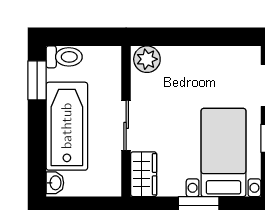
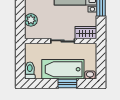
plant: (147, 59) -> (31, 20), moved
window: (37, 80) -> (67, 84), moved

